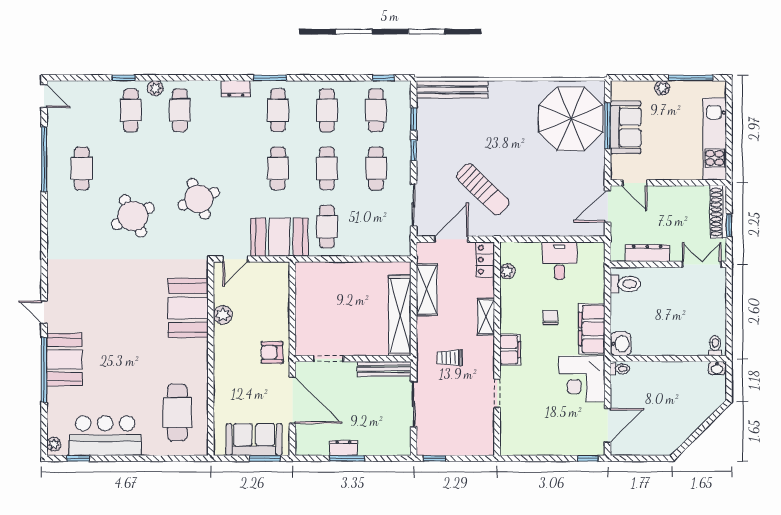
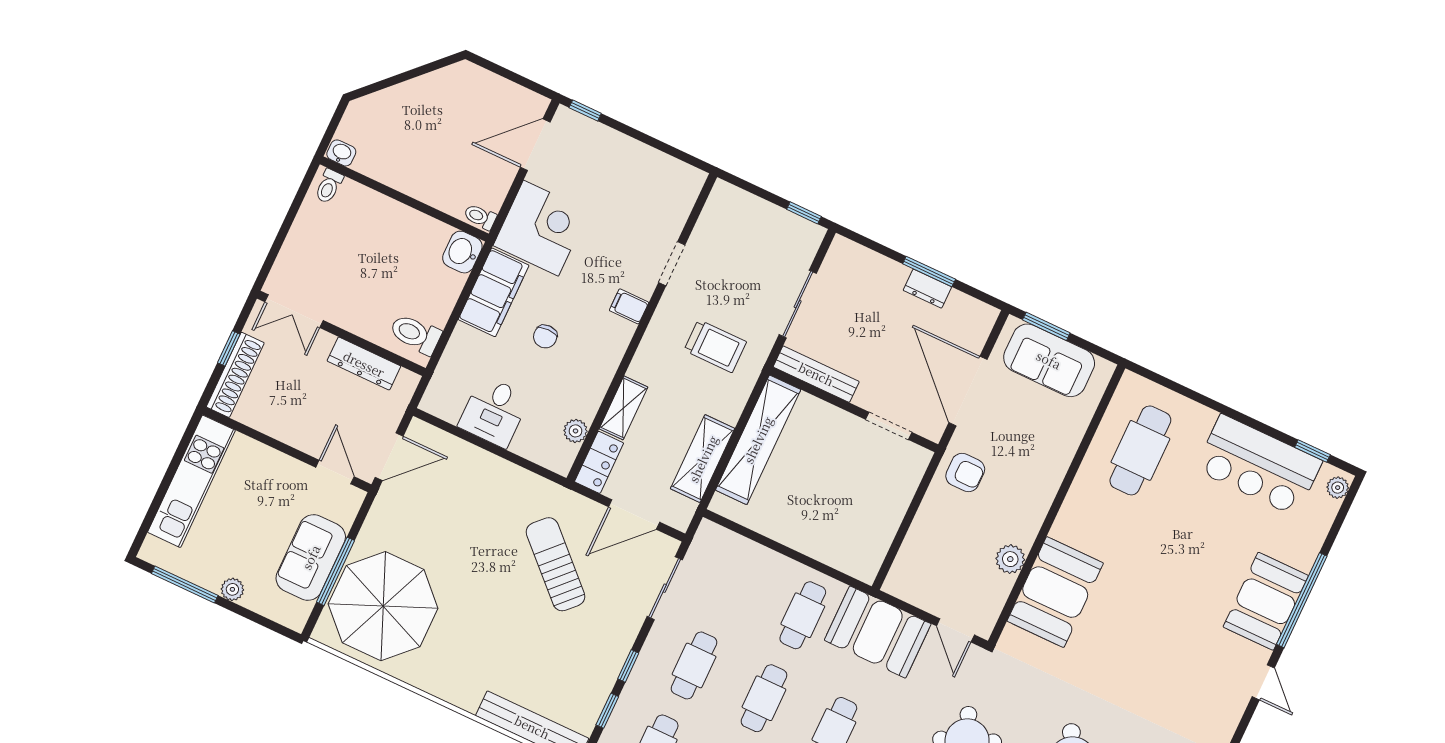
door: (235, 259) -> (955, 630), swing flipped
shelving: (486, 317) -> (623, 408), moved
filing cabinet: (510, 350) -> (629, 306), width x0.50
trolley: (450, 358) -> (715, 346), width x1.36, depth x1.39

